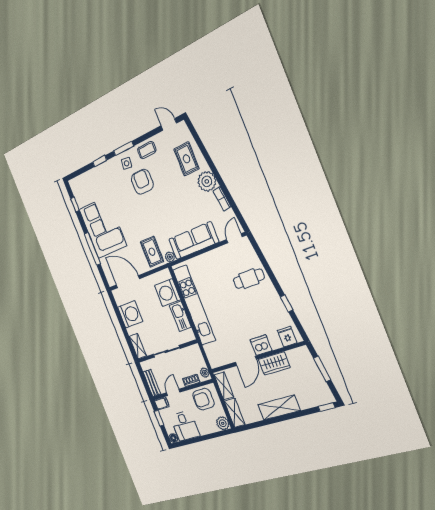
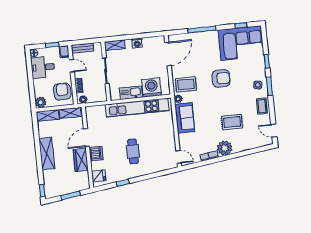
door: (169, 124) -> (274, 131), swing flipped
rug: (186, 159) -> (232, 122), moved
armchair: (142, 182) -> (221, 78), moved
corner sofa: (103, 227) -> (241, 43), moved
sofa: (194, 241) -> (185, 118), width x0.73
cafe table: (249, 279) -> (133, 151), moved
washing machine: (130, 314) -> (137, 43), width x0.53, depth x0.53
door: (246, 361) -> (86, 138), hinge flipped

